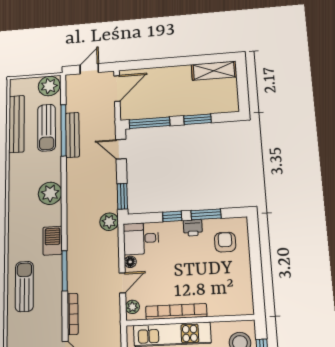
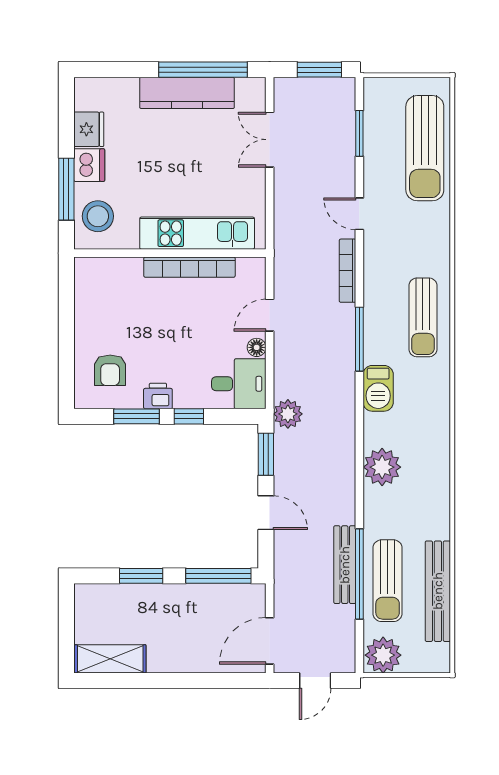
sun lounger: (47, 128) -> (388, 581), turned 180
door: (121, 149) -> (266, 513), moved
plant: (132, 307) -> (255, 277), removed

